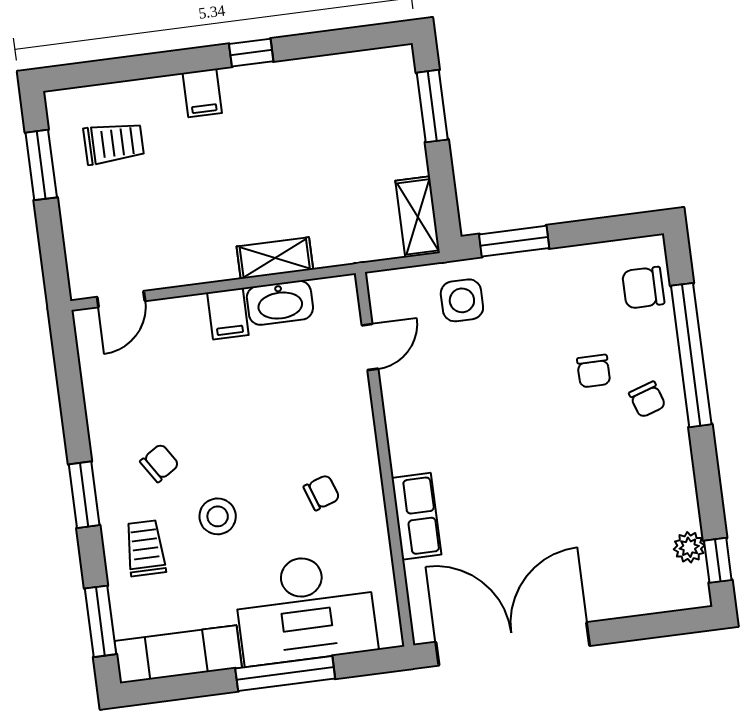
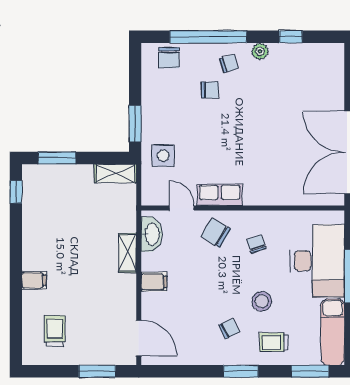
window: (251, 53) -> (16, 192), moved
window: (41, 165) -> (97, 371), moved
door: (121, 299) -> (139, 338), width x1.38
washbasin: (280, 303) -> (152, 234), moved
chair: (333, 416) -> (216, 233), added
chair: (160, 463) -> (229, 329), turned 97
row of seats: (416, 516) -> (220, 195), moved
plant: (689, 547) -> (260, 51), moved
window: (718, 560) -> (291, 37), moved

